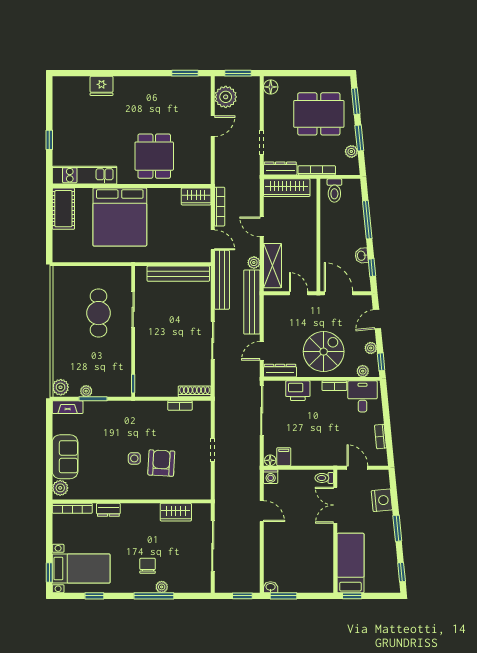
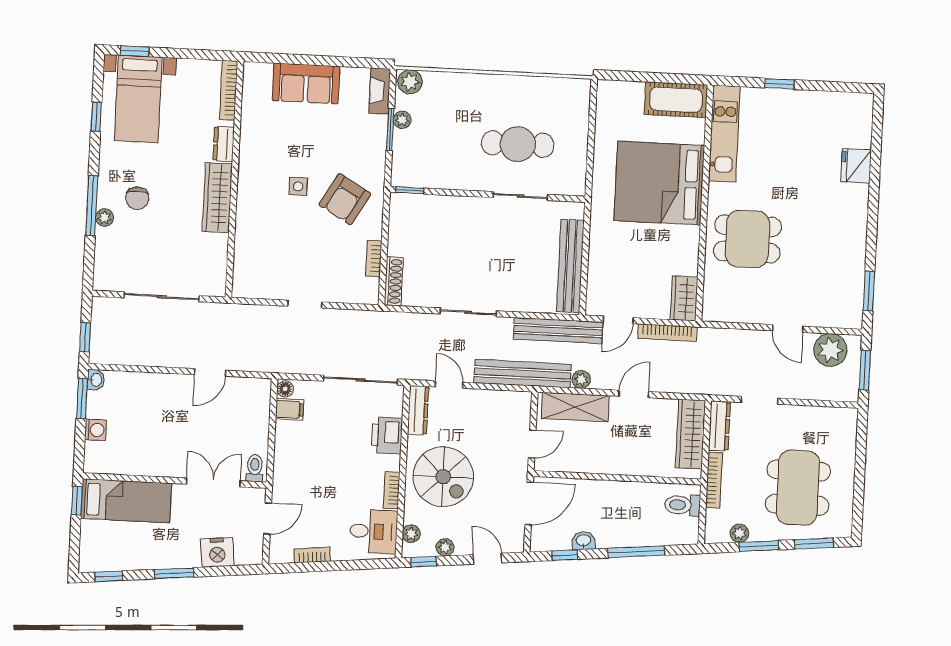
floor lamp: (271, 87) -> (842, 418), removed
armchair: (161, 463) -> (345, 199), moved, turned 117
washing machine: (271, 477) -> (95, 430), moved, turned 180
plant: (60, 488) -> (260, 74), removed
wardrobe: (176, 512) -> (217, 198), moved, width x1.50
chair: (148, 566) -> (137, 198), turned 90

